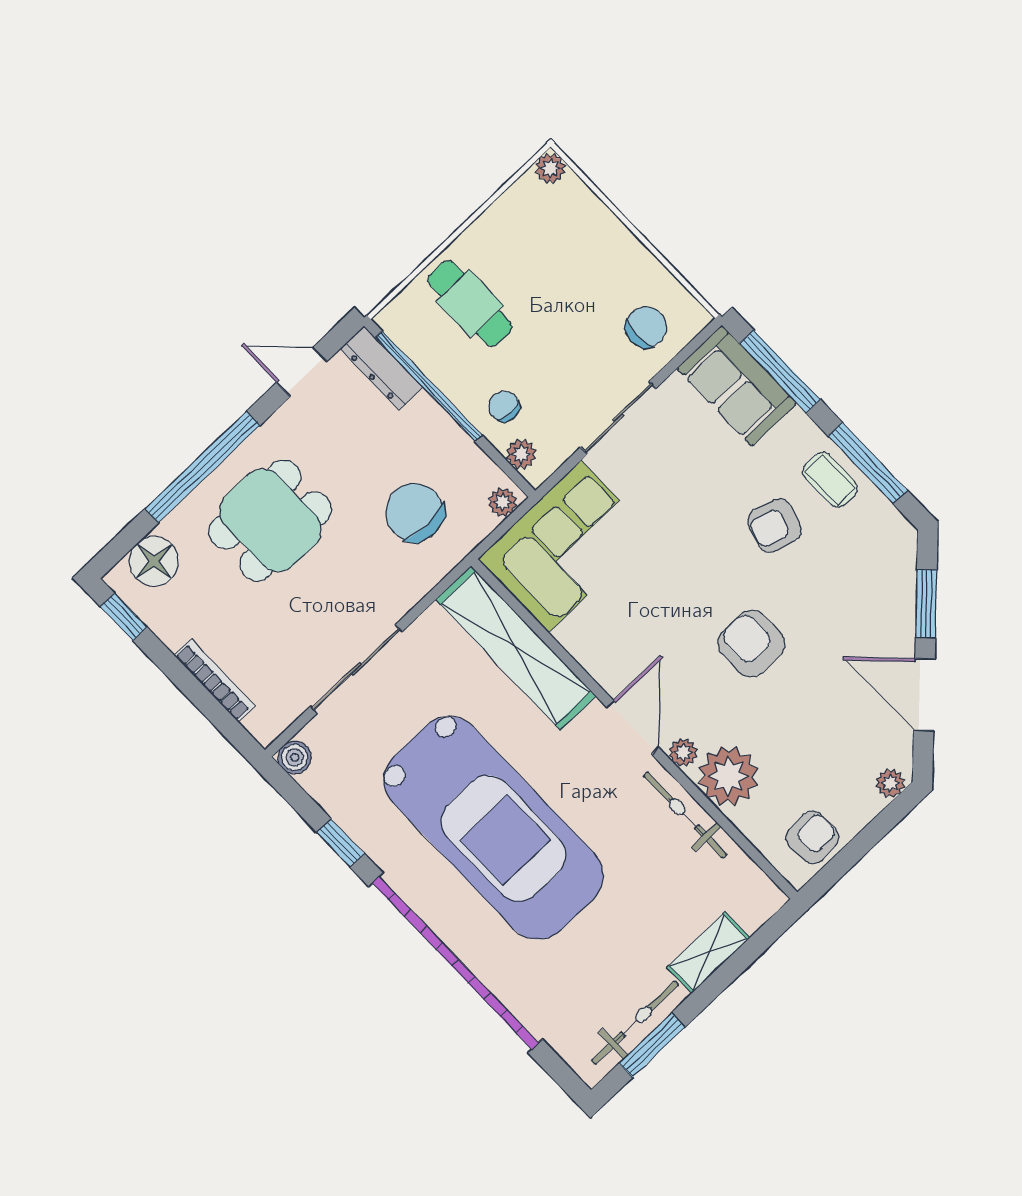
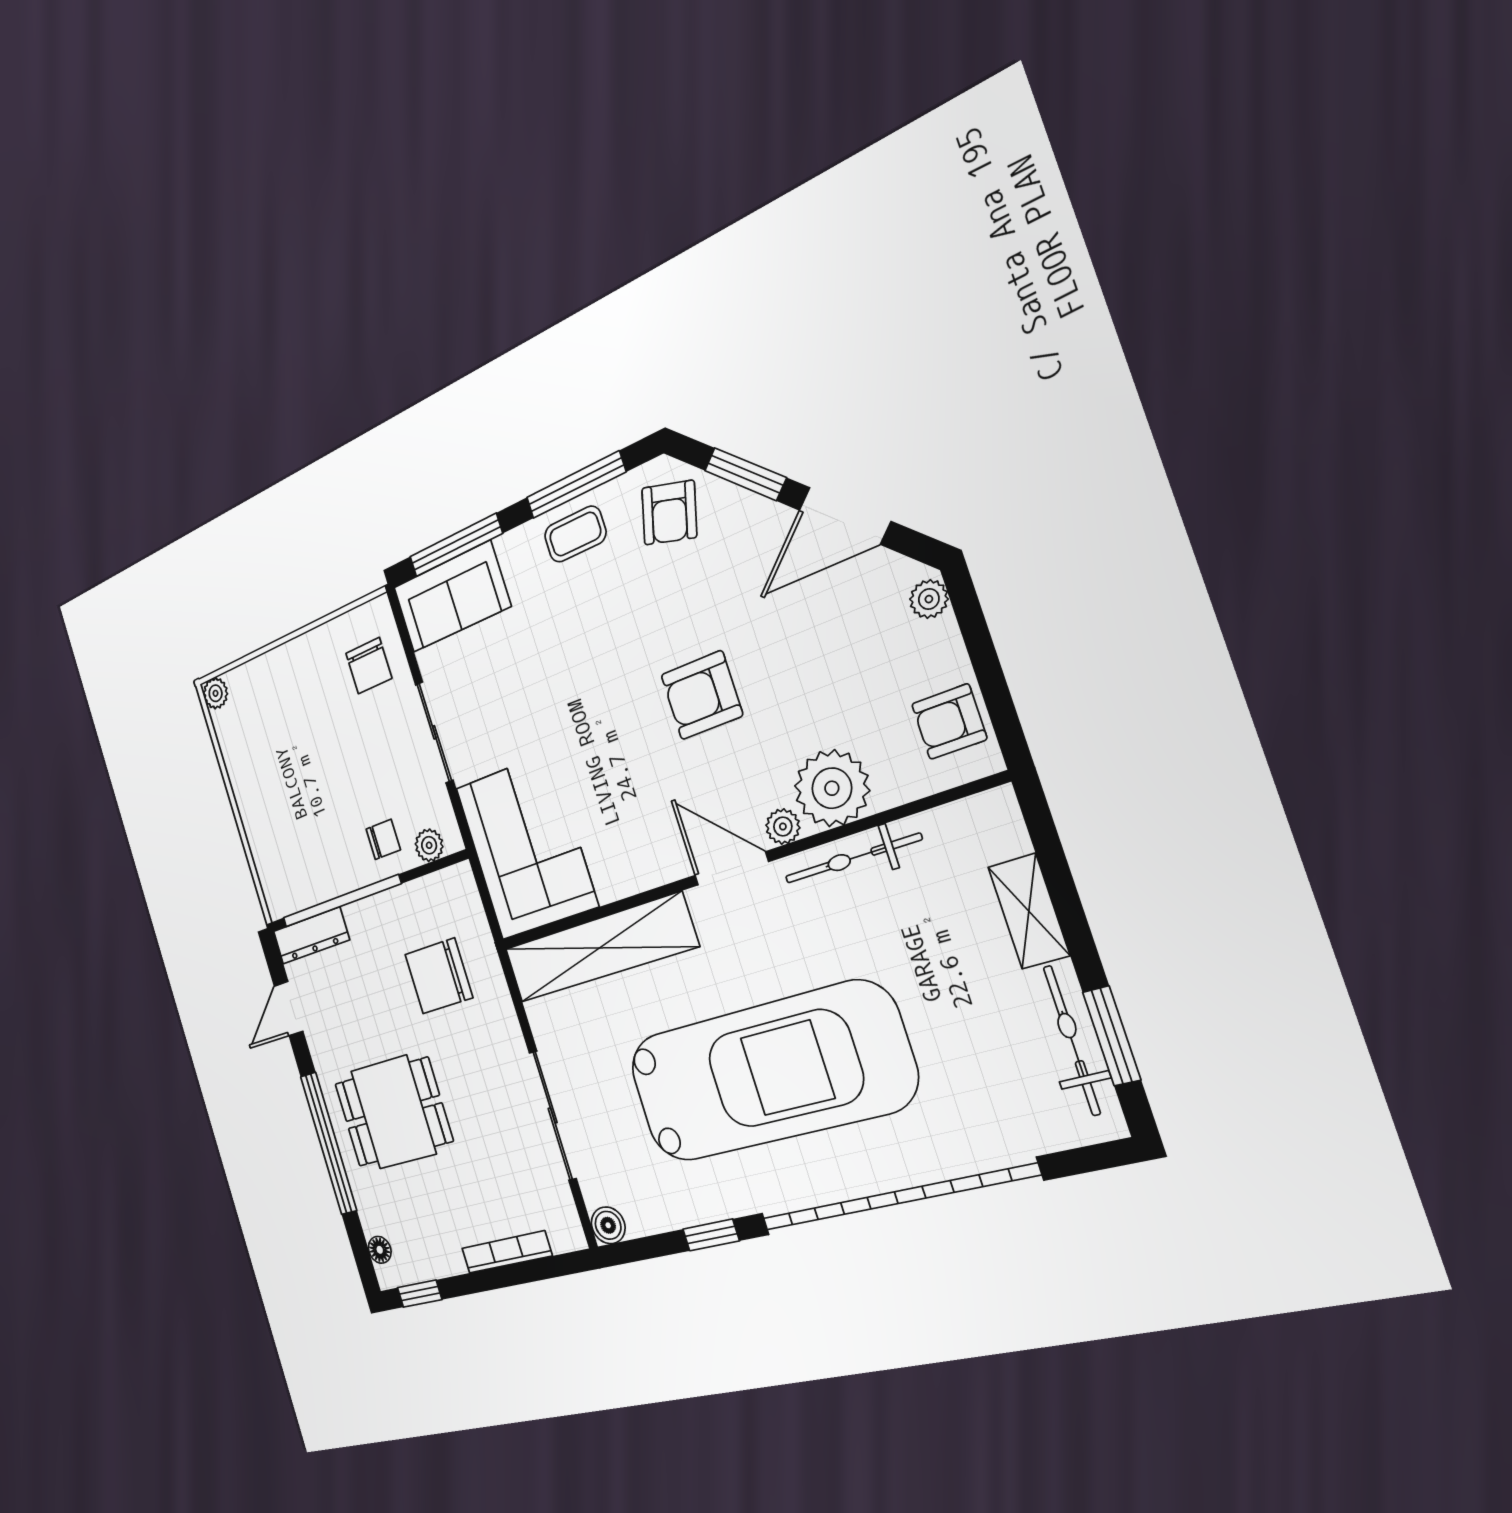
cafe table: (470, 303) -> (291, 825), removed
chair: (646, 327) -> (369, 666), turned 180
chair: (504, 406) -> (383, 839), turned 180
plant: (503, 502) -> (463, 887), removed
dining table: (270, 520) -> (393, 1112), turned 90
armchair: (775, 525) -> (669, 513), moved
floor lamp: (154, 561) -> (380, 1250), width x0.53, depth x0.53
armchair: (813, 837) -> (949, 722), turned -87

